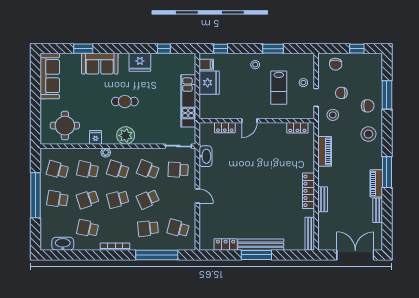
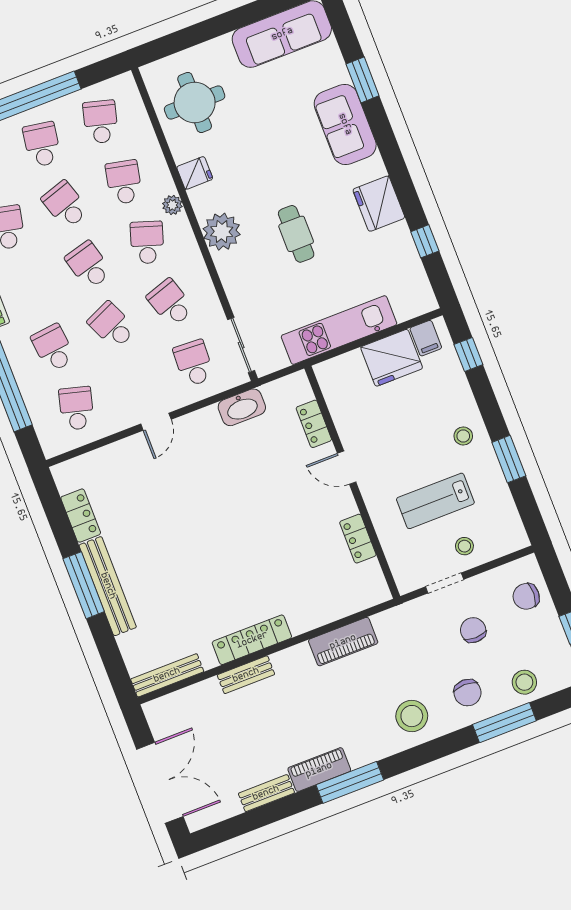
cafe table: (125, 102) -> (296, 234), moved
stool: (333, 115) -> (524, 682), moved
locker: (297, 128) -> (358, 539), moved
school desk: (148, 170) -> (170, 303), turned -39

